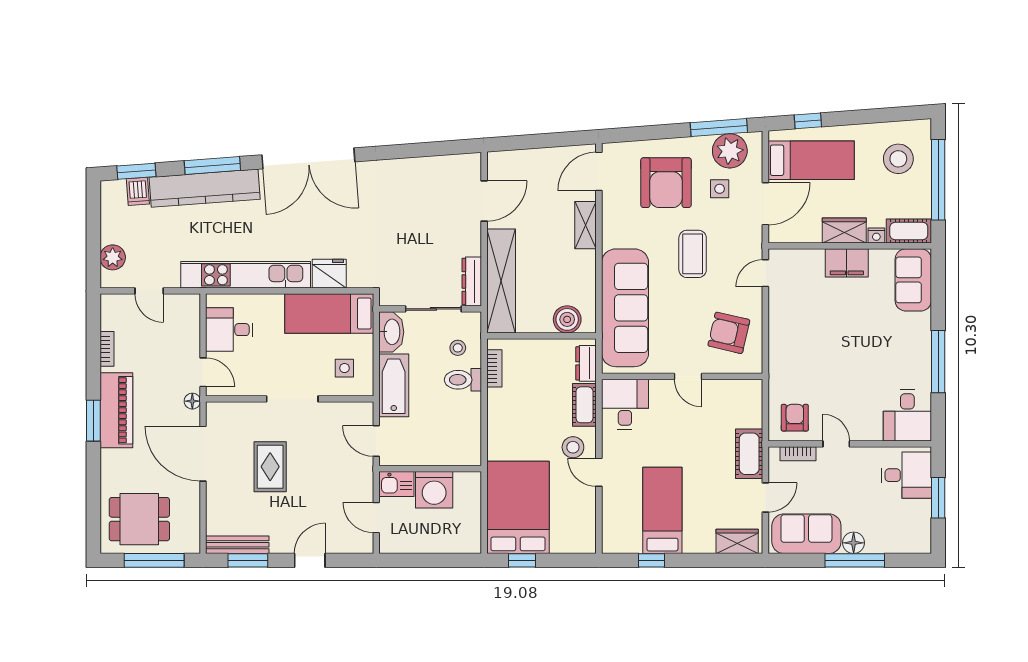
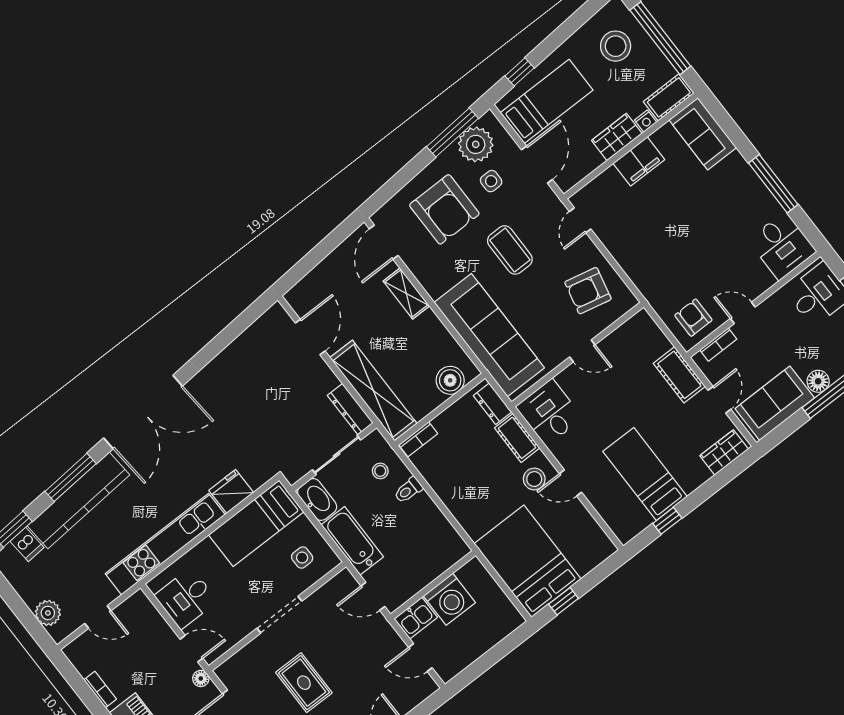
bookcase: (494, 368) -> (418, 439), moved, turned 90
toilet: (463, 380) -> (408, 490), width x0.73, depth x0.72

